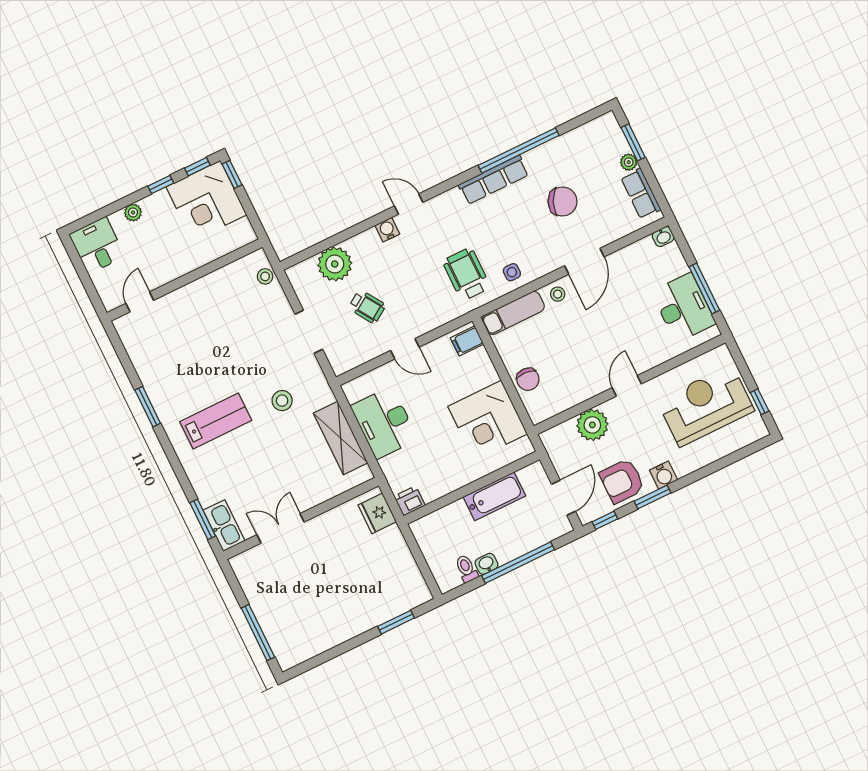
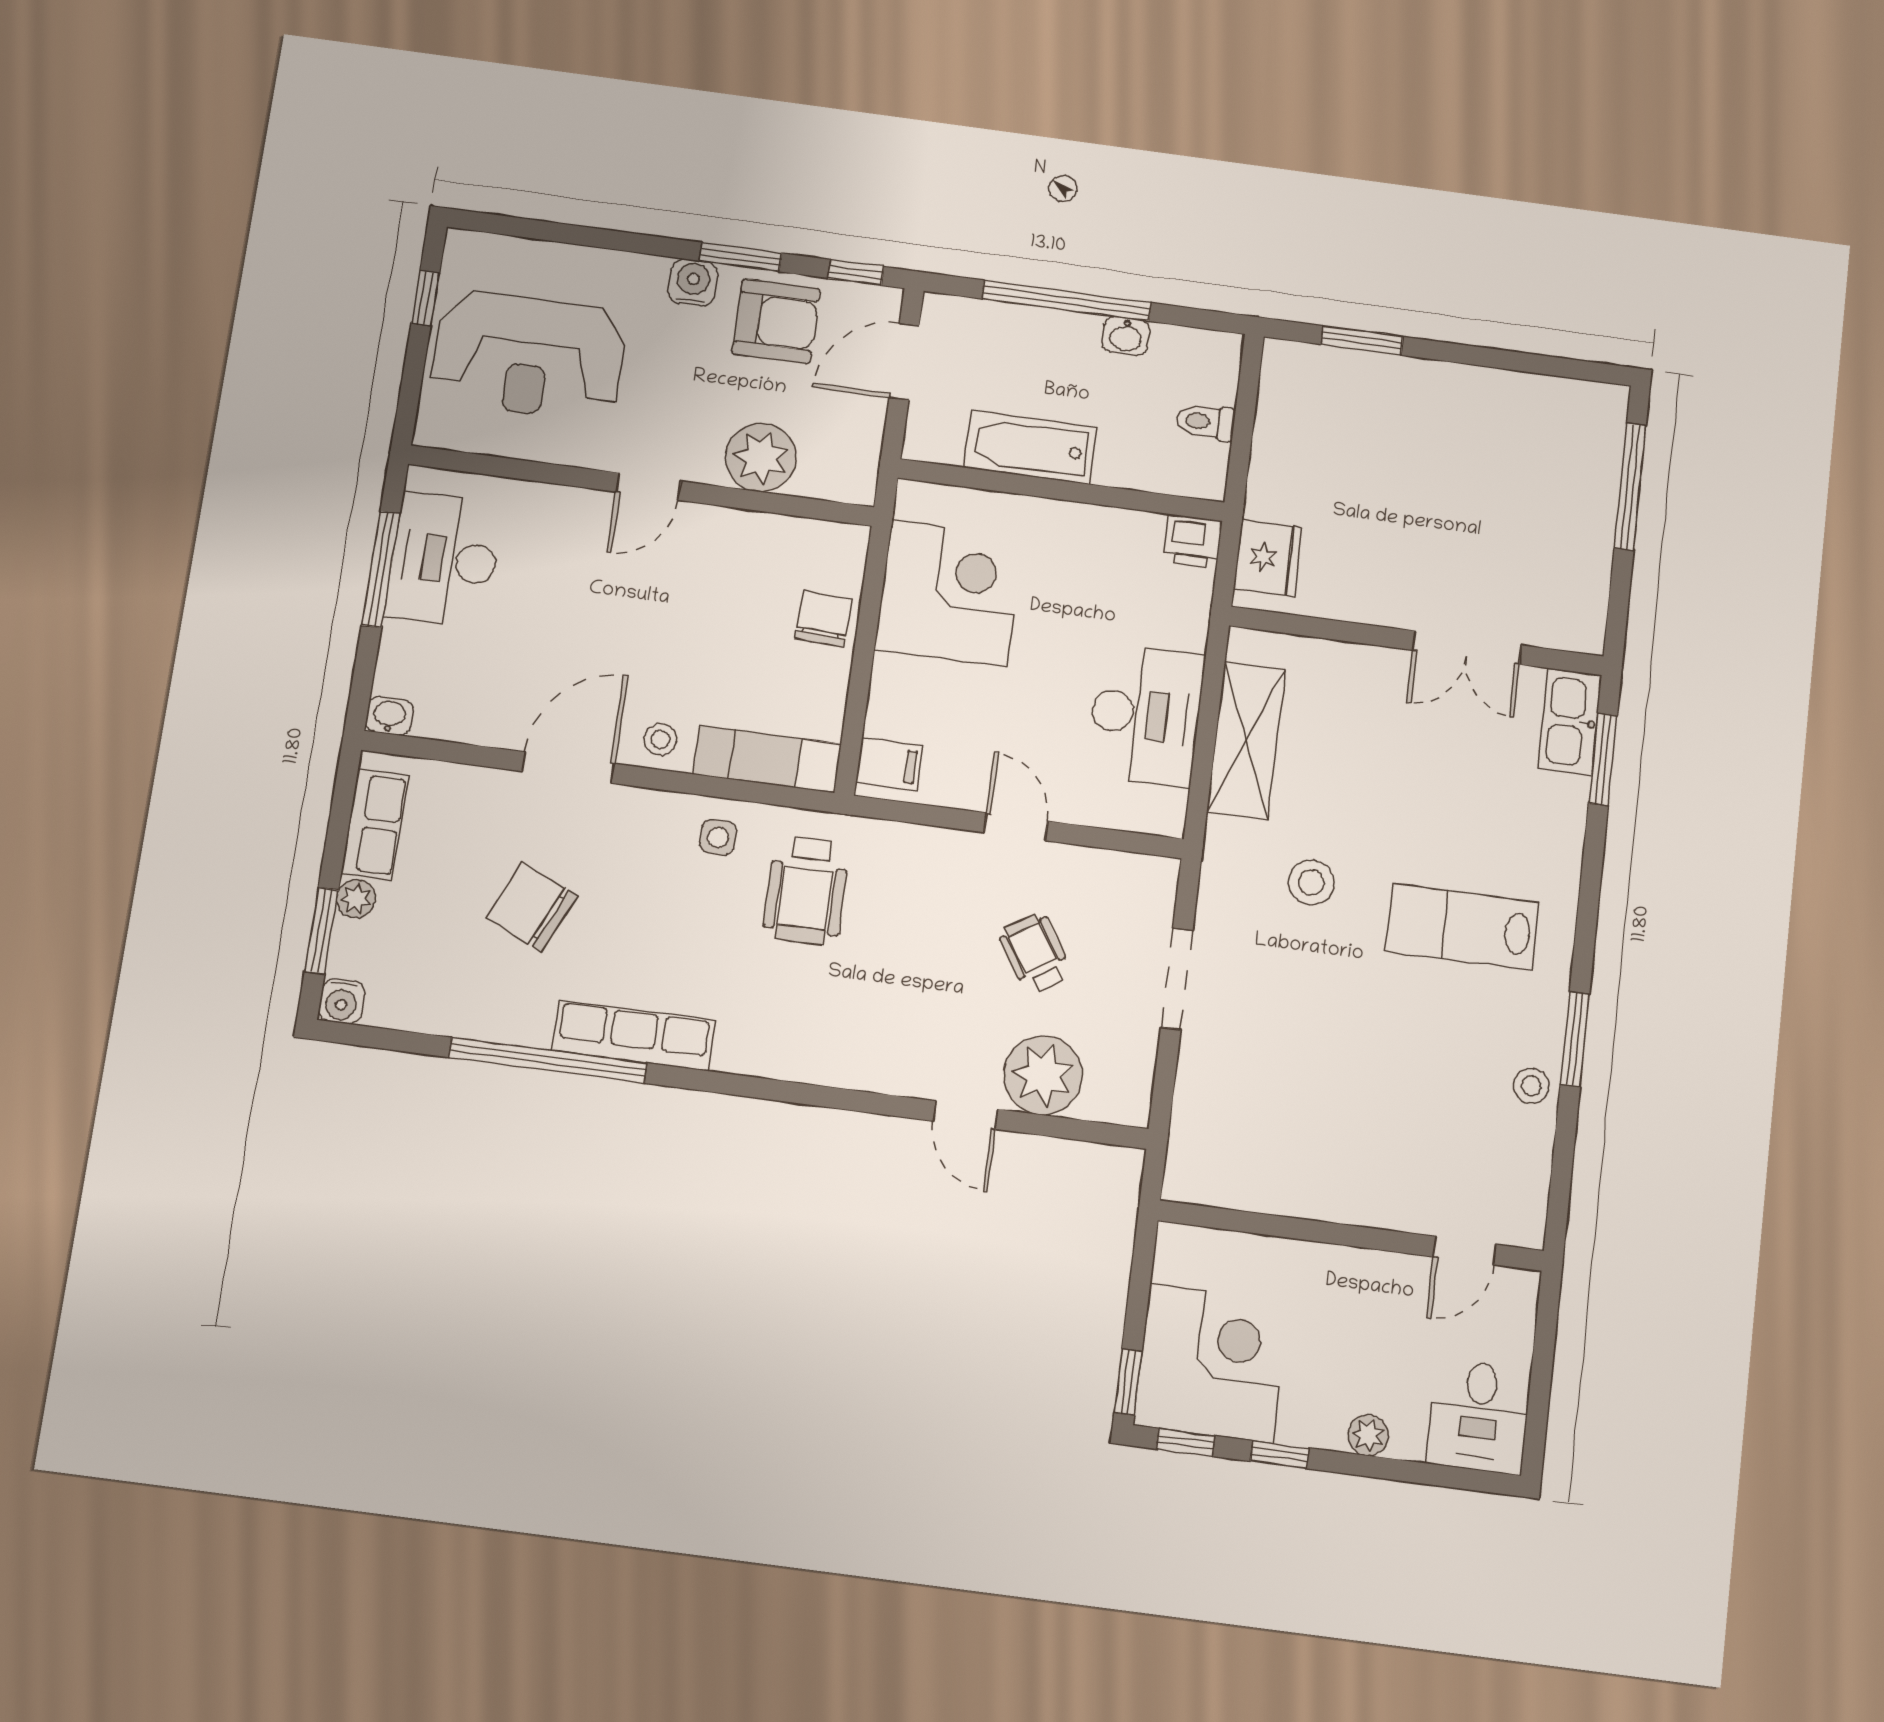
door: (409, 204) -> (965, 1115), moved
water cooler: (387, 230) -> (342, 1001), moved
stool: (265, 276) -> (1531, 1086), moved
toilet: (466, 569) -> (1206, 422), moved, turned 90

